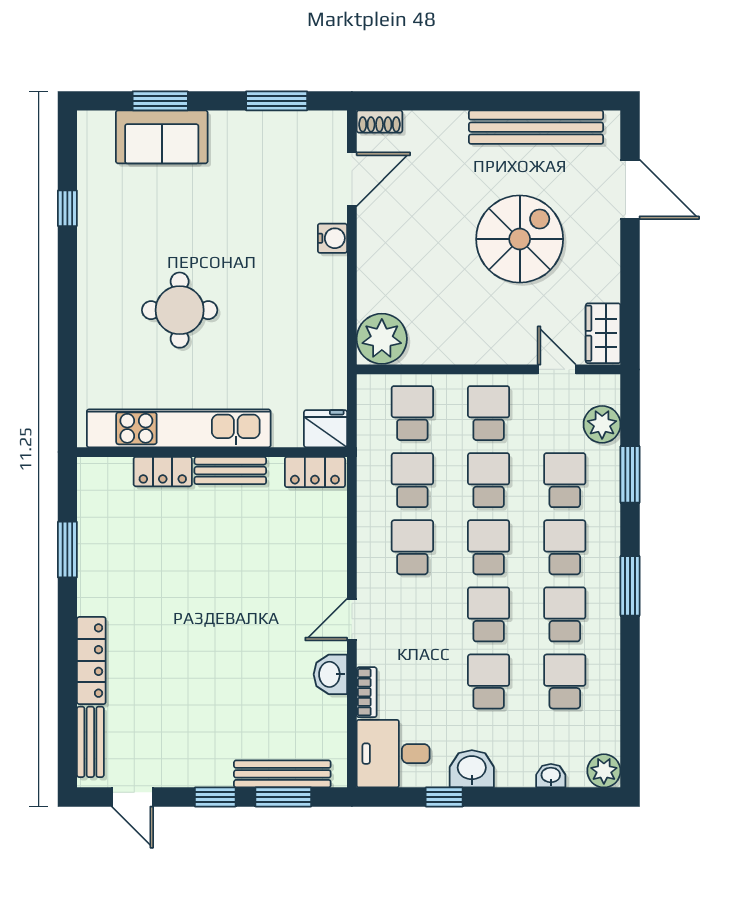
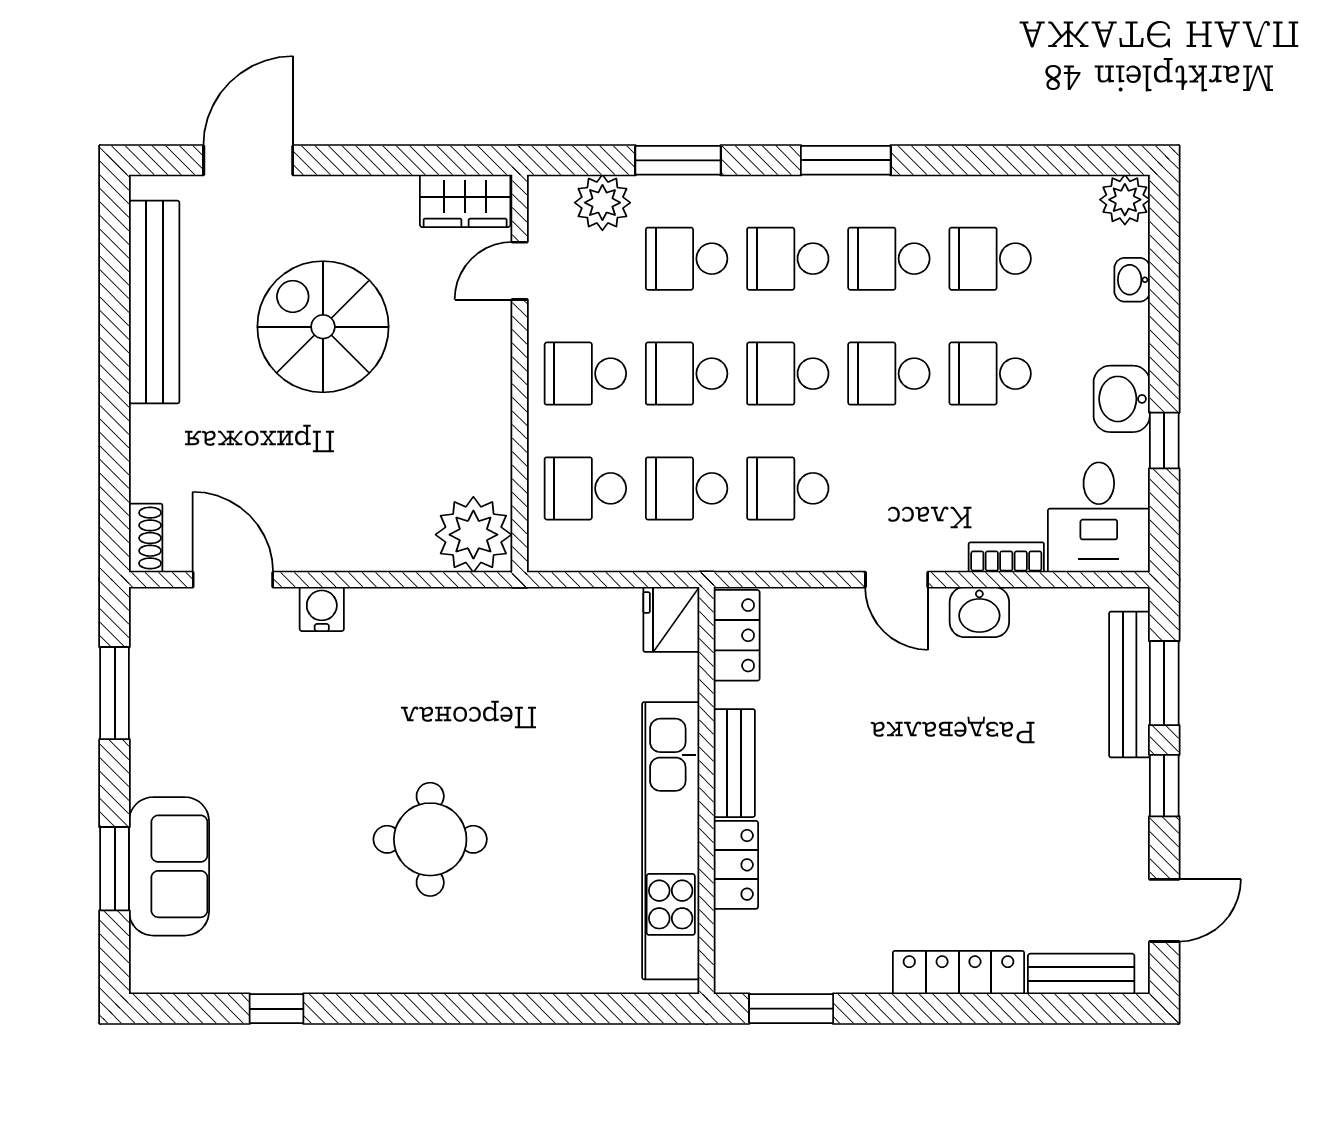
kitchen unit: (179, 428) -> (671, 841), moved
fridge: (326, 429) -> (671, 619), moved
wall: (212, 452) -> (707, 791), moved
bench: (230, 471) -> (734, 763), moved
locker: (163, 472) -> (736, 865), moved
locker: (315, 472) -> (737, 635), moved

